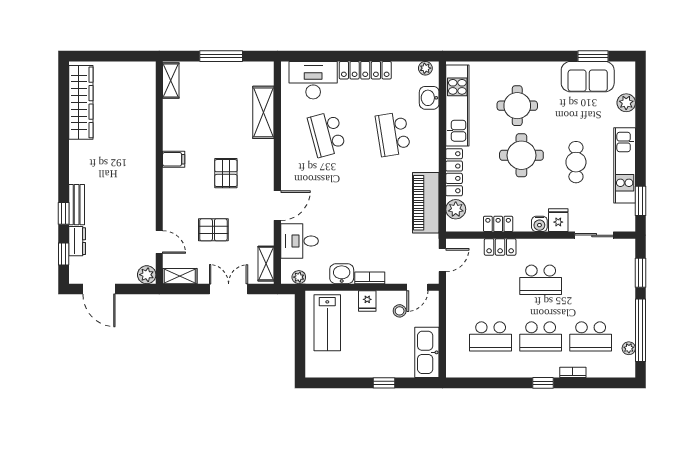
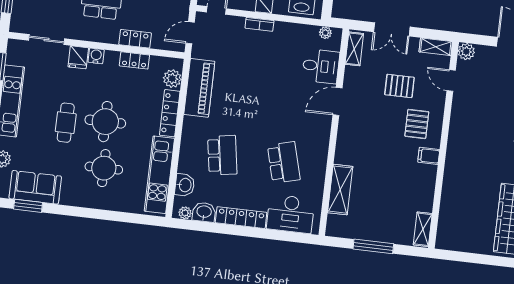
cafe table: (576, 162) -> (66, 123), moved
pallet: (226, 173) -> (417, 124), moved
washbasin: (342, 274) -> (204, 212), moved, turned 180

